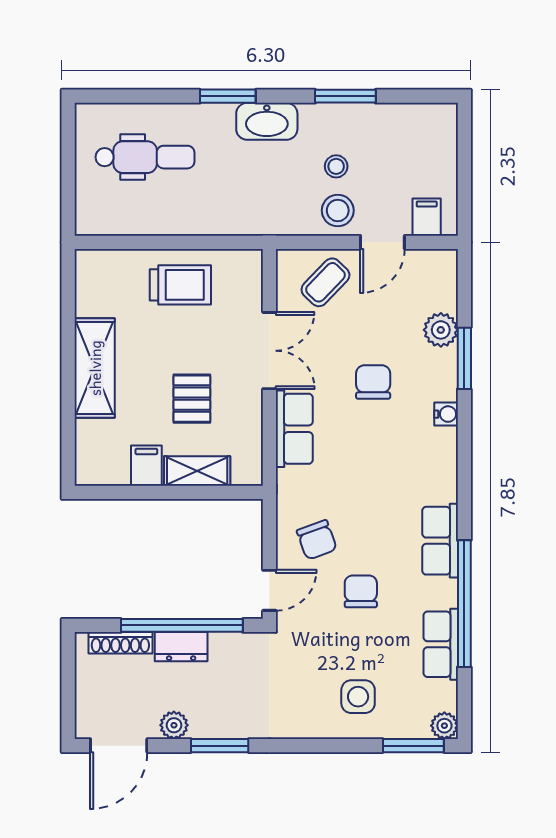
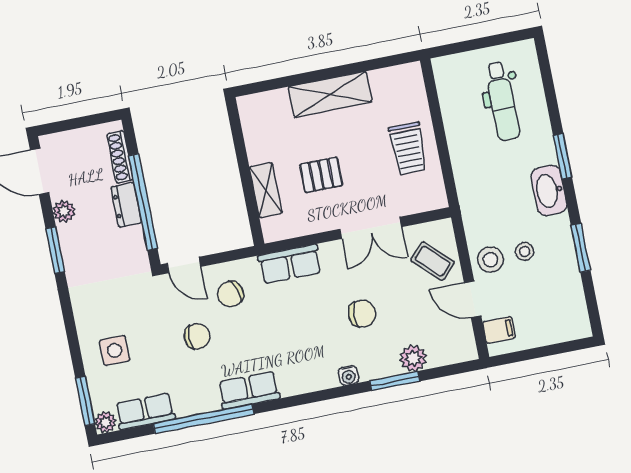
row of seats: (294, 429) -> (290, 264), moved
filing cabinet: (146, 466) -> (262, 150), removed
row of seats: (441, 644) -> (145, 411), moved

